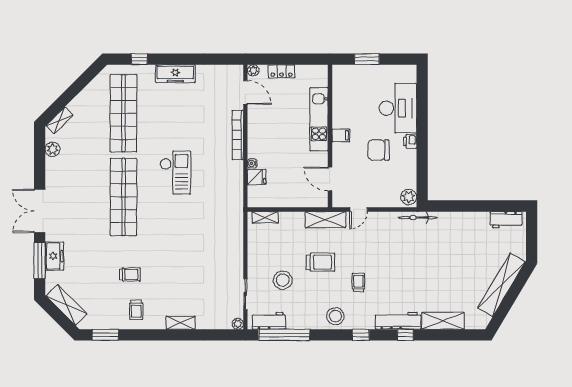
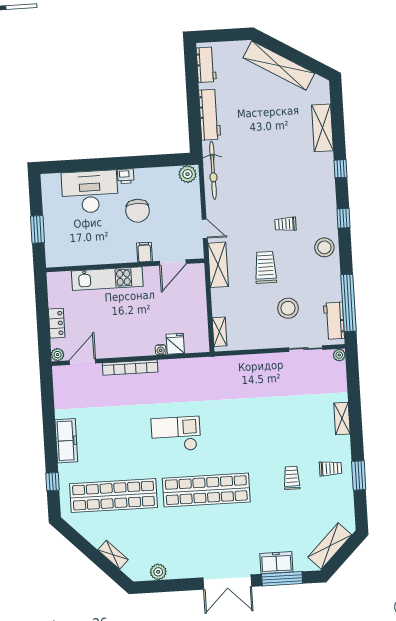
shelving: (60, 120) -> (113, 555), moved
filing cabinet: (341, 135) -> (144, 252), moved
bicycle: (418, 218) -> (213, 170), width x1.37, depth x1.40
workbench: (398, 321) -> (210, 115), moved, turned 180
window: (105, 335) -> (359, 476), moved

